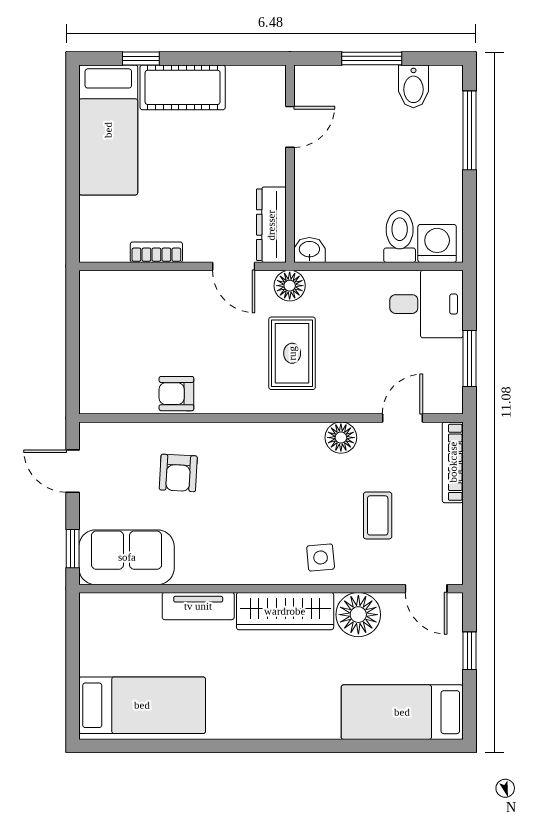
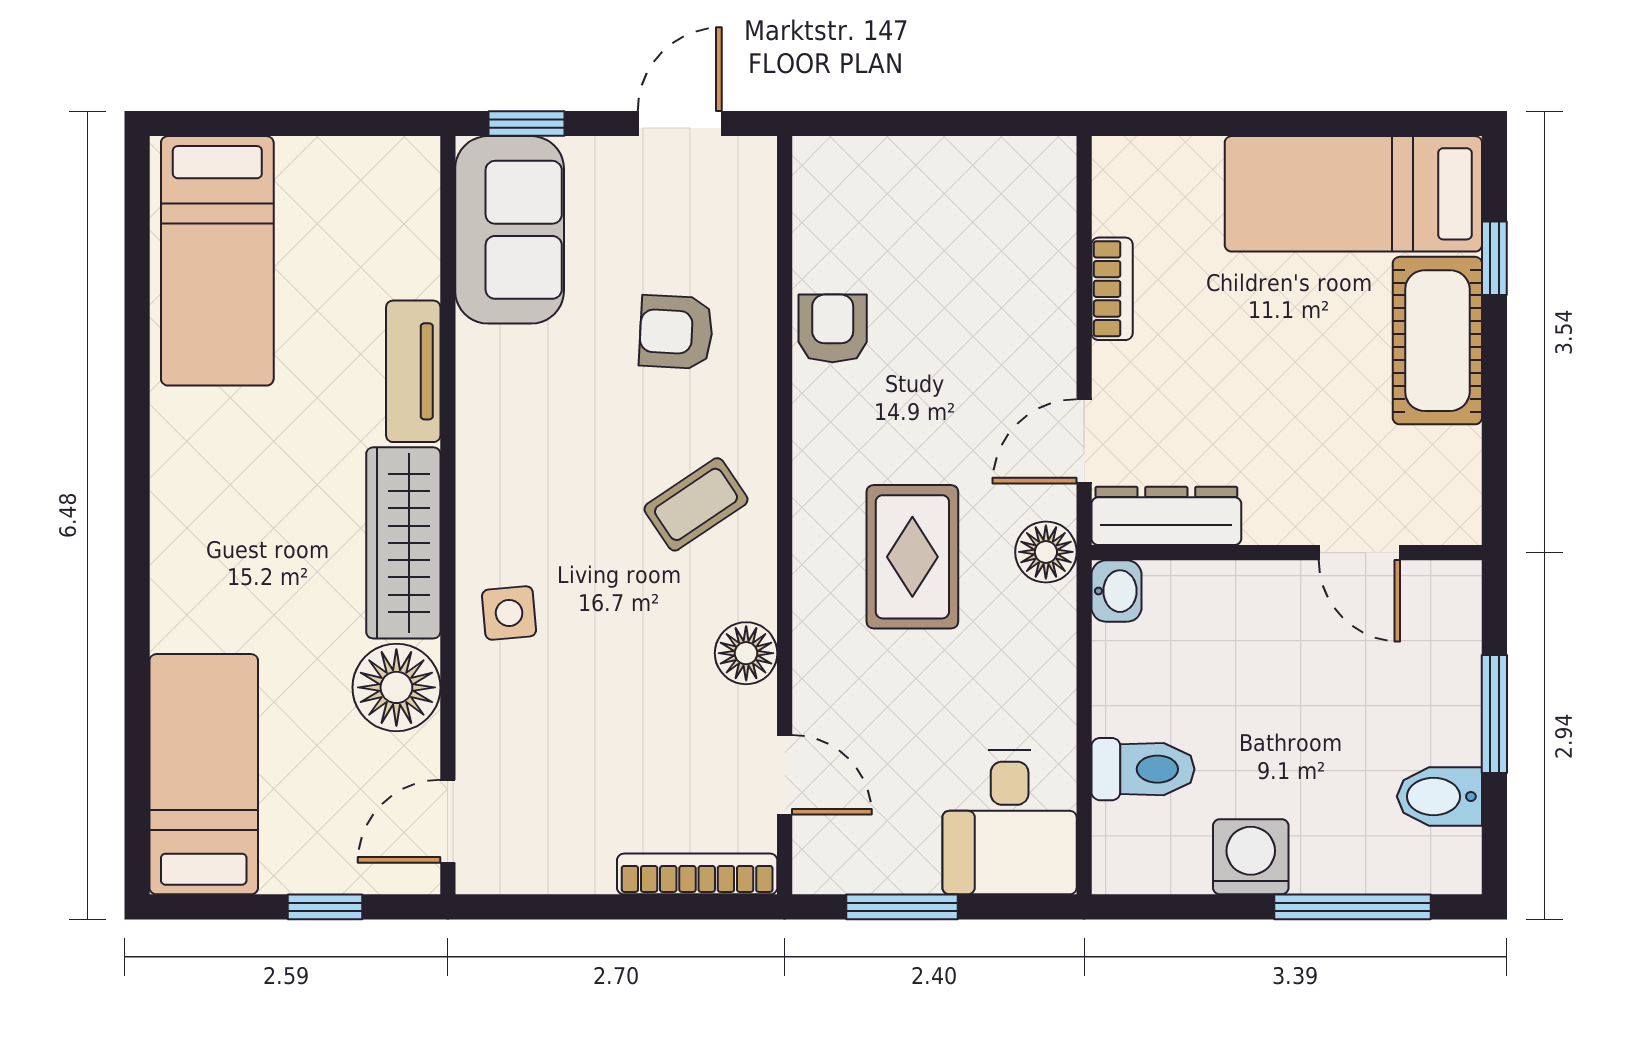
washing machine: (437, 243) -> (1251, 857), moved, turned -90
rug: (292, 353) -> (912, 557), turned 90
coffee table: (378, 515) -> (696, 504), moved, turned -34

